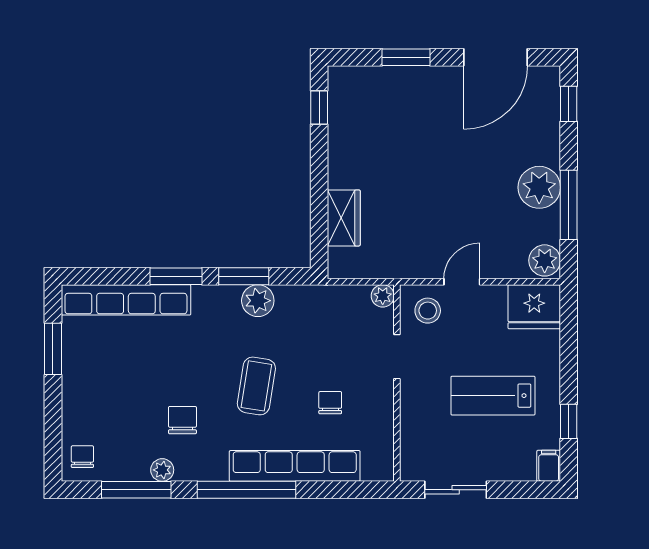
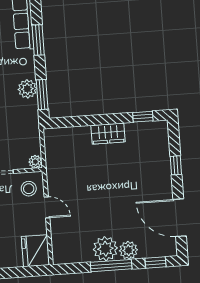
window: (406, 57) -> (176, 165), width x0.67
window: (569, 205) -> (111, 266), moved
wardrobe: (344, 218) -> (108, 134), moved
plant: (545, 260) -> (128, 250), moved
window: (244, 276) -> (42, 95), moved

